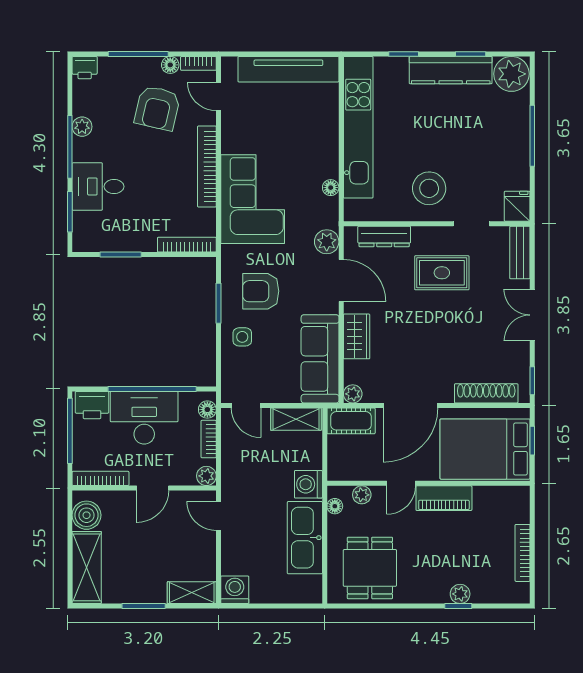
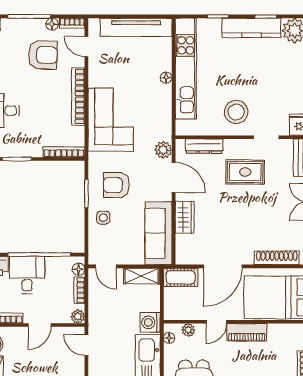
armchair: (157, 108) -> (43, 55), turned -100
floor lamp: (331, 188) -> (166, 78), moved
plant: (353, 394) -> (182, 258), removed
desk: (144, 418) -> (27, 275), width x0.73

